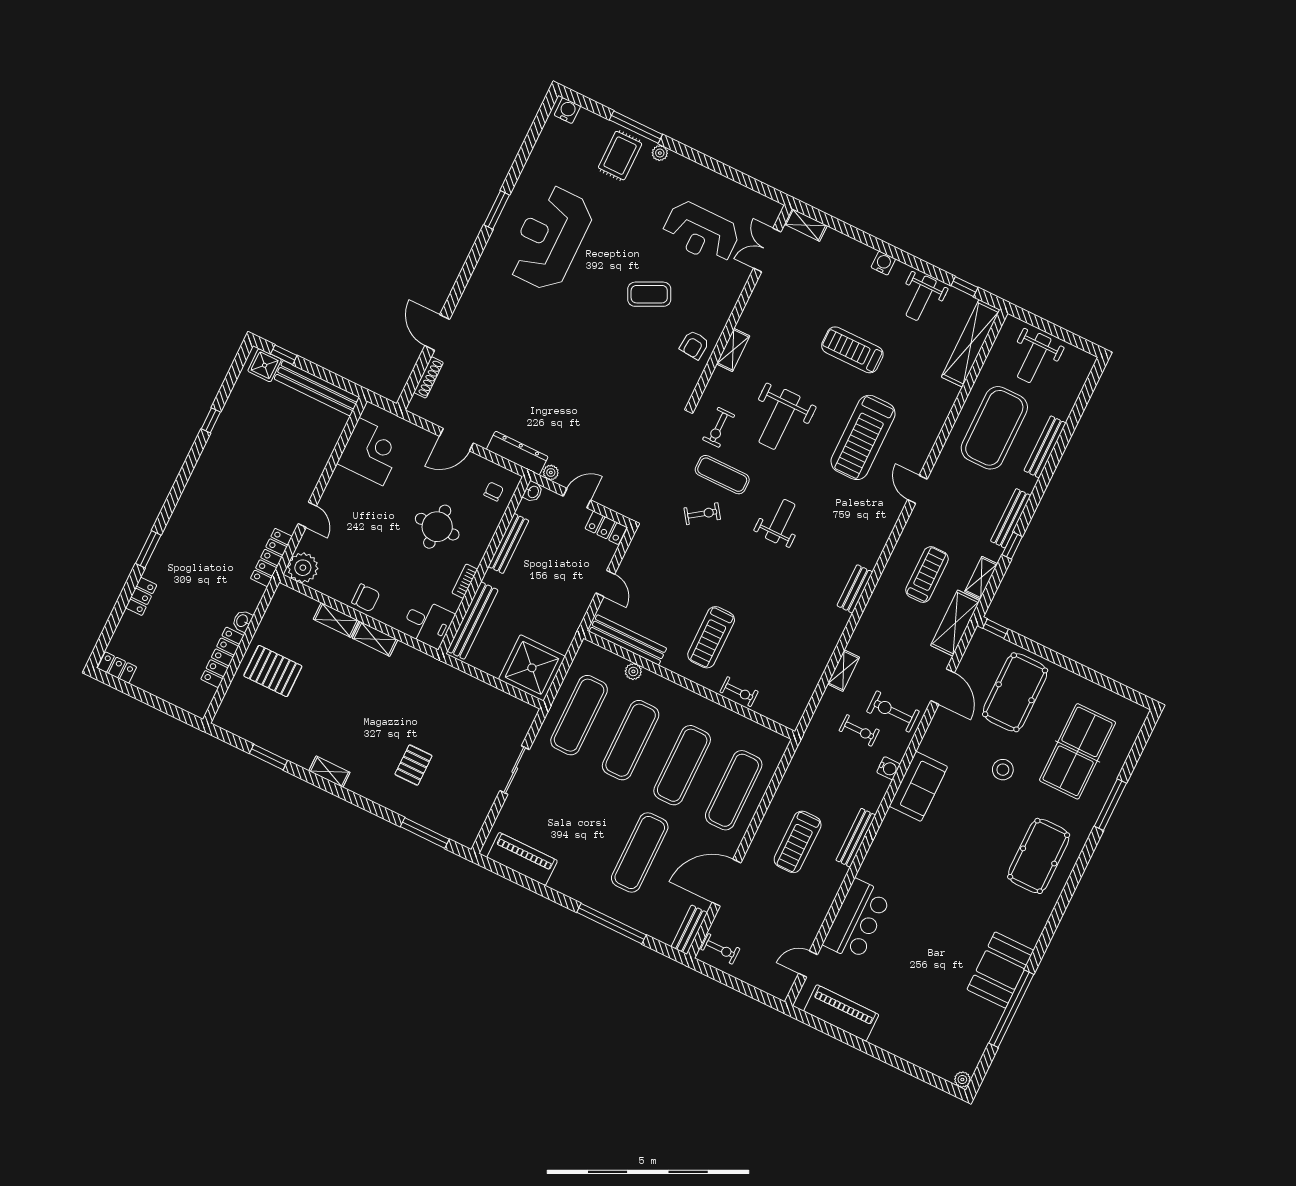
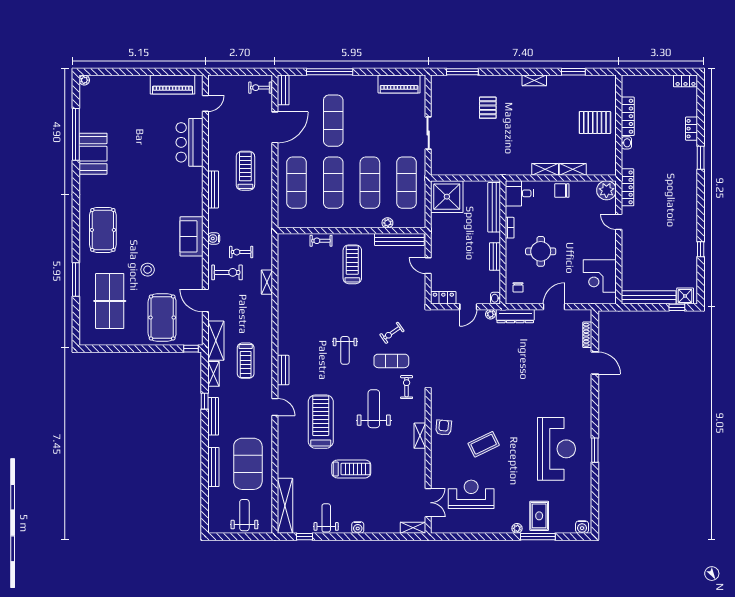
bench: (509, 544) -> (495, 257), width x0.73
bench: (855, 589) -> (283, 370), moved

